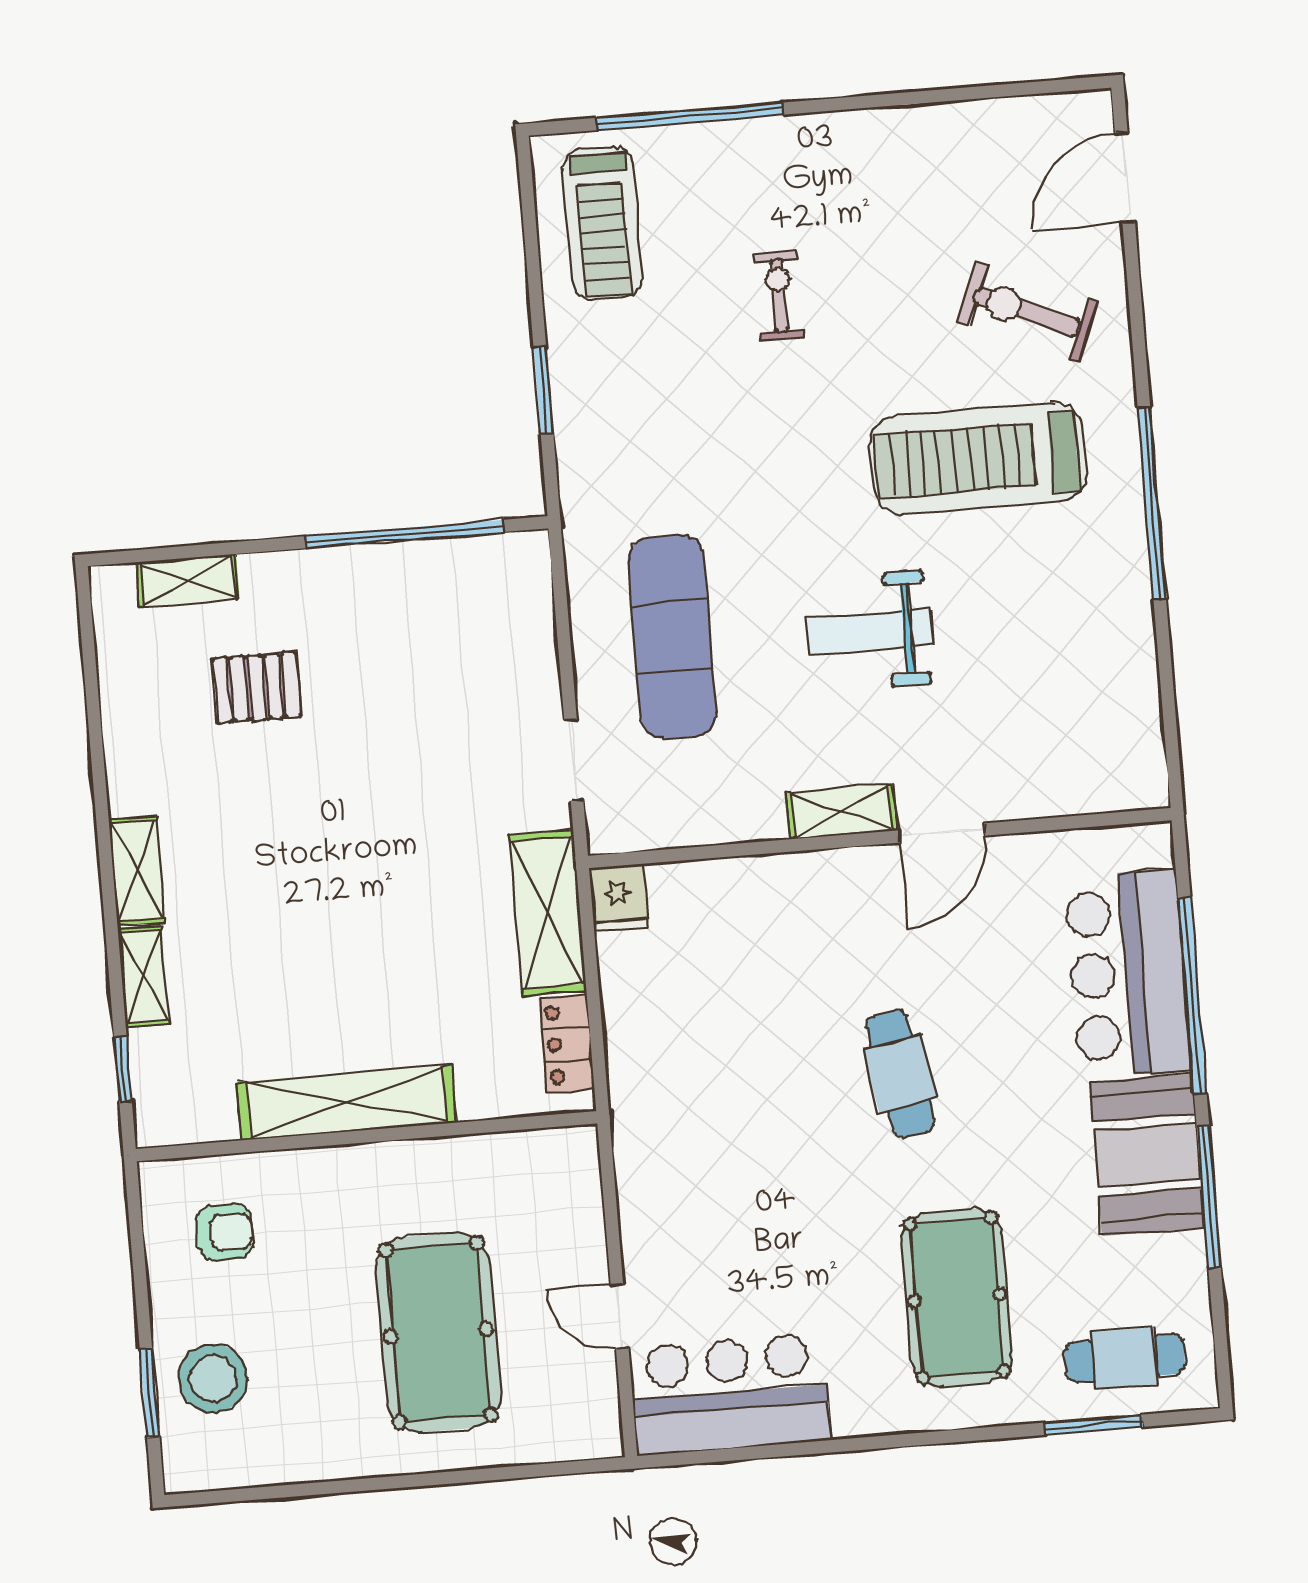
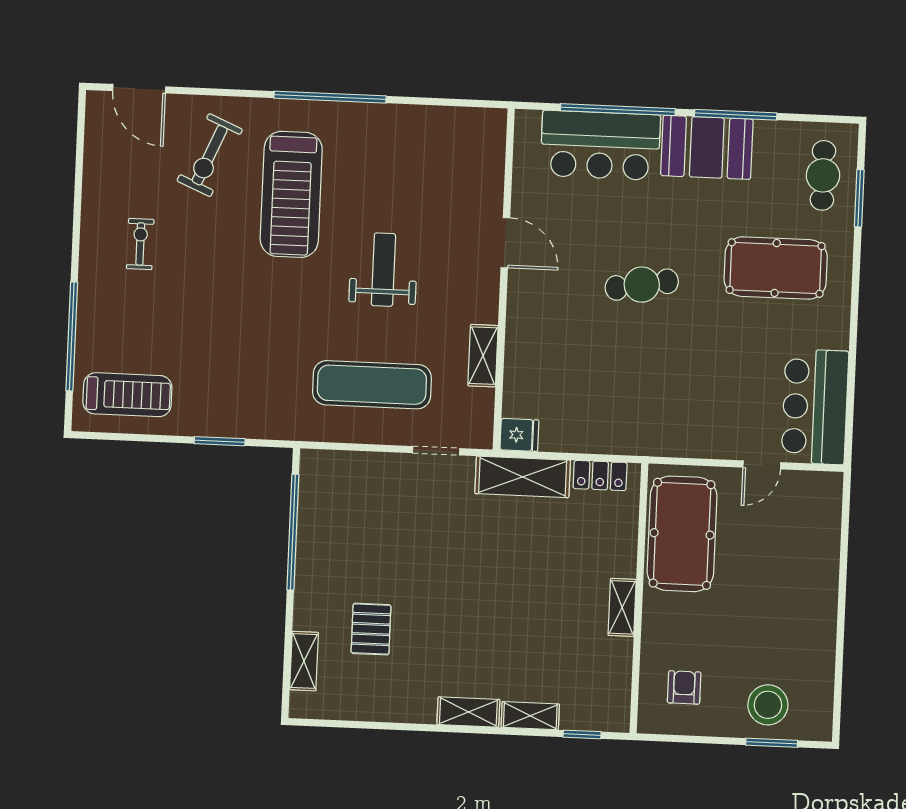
exercise bike: (779, 296) -> (140, 244), moved, turned 90
weight bench: (870, 632) -> (383, 270), turned 180
shelving: (841, 811) -> (483, 356), moved
shelving: (347, 1102) -> (622, 607), width x0.45, depth x0.75
pool table: (438, 1332) -> (682, 534), moved, turned 90

